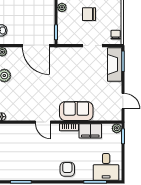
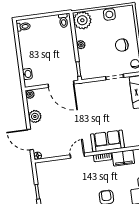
chair: (89, 14) -> (122, 45), moved
door: (43, 122) -> (77, 156), swing flipped

